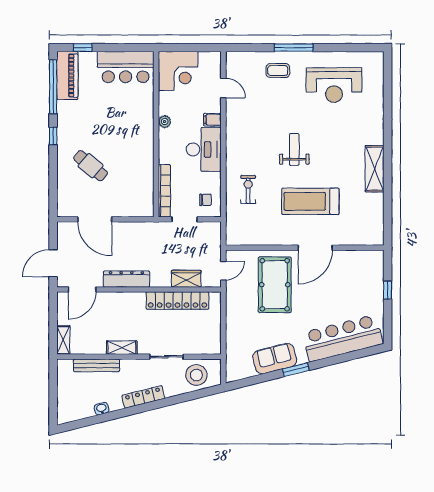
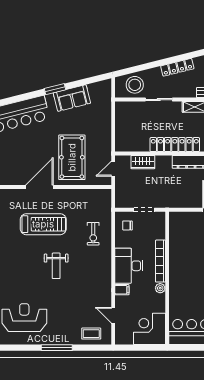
coffee table: (278, 71) -> (91, 334), moved
bookcase: (164, 191) -> (160, 261), moved
locker: (178, 301) -> (175, 145), moved

